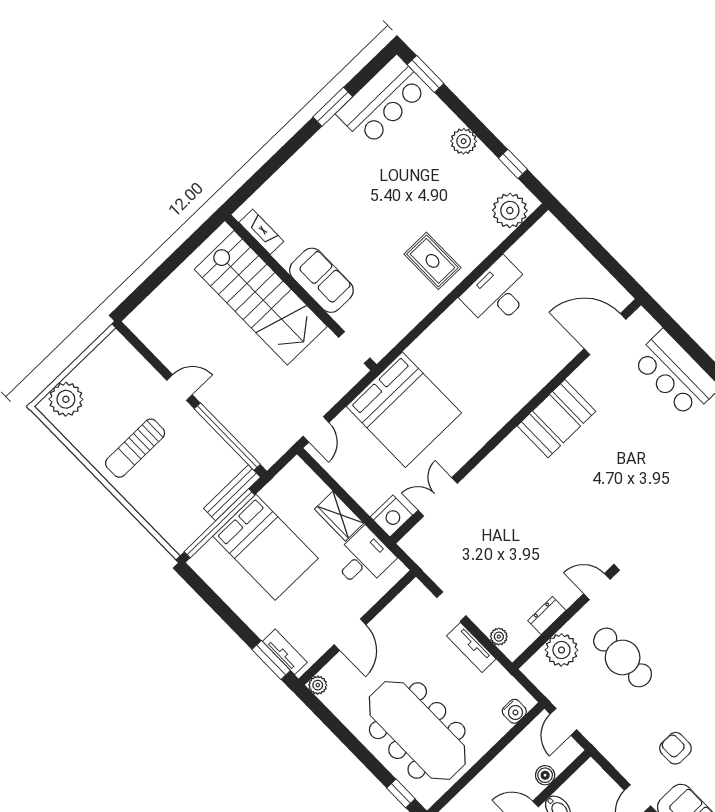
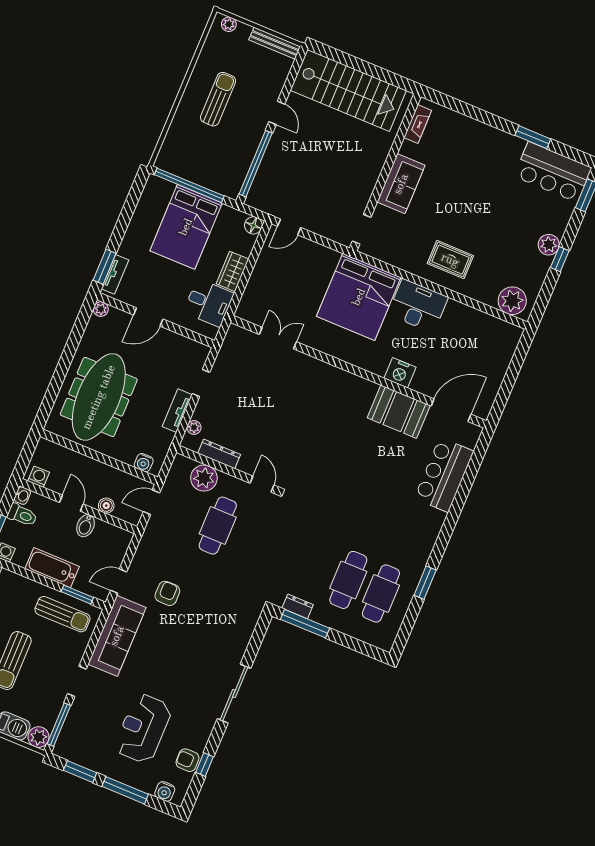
window: (513, 164) -> (560, 259), moved
rug: (432, 261) -> (450, 260), turned 90
desk: (498, 293) -> (418, 306), moved
stairs: (261, 298) -> (348, 90), moved, turned -90
door: (605, 334) -> (451, 410), hinge flipped
plant: (66, 399) -> (229, 24), width x0.53, depth x0.53
bed: (404, 410) -> (359, 297), moved
booth: (556, 419) -> (399, 412), moved
sun lounger: (135, 448) -> (218, 99), turned 90
floor lamp: (297, 469) -> (253, 225), added
bench: (232, 493) -> (275, 43), moved
nightstand: (391, 516) -> (400, 373), moved
dresser: (547, 615) -> (219, 454), width x1.44
window: (401, 793) -> (47, 405), removed

